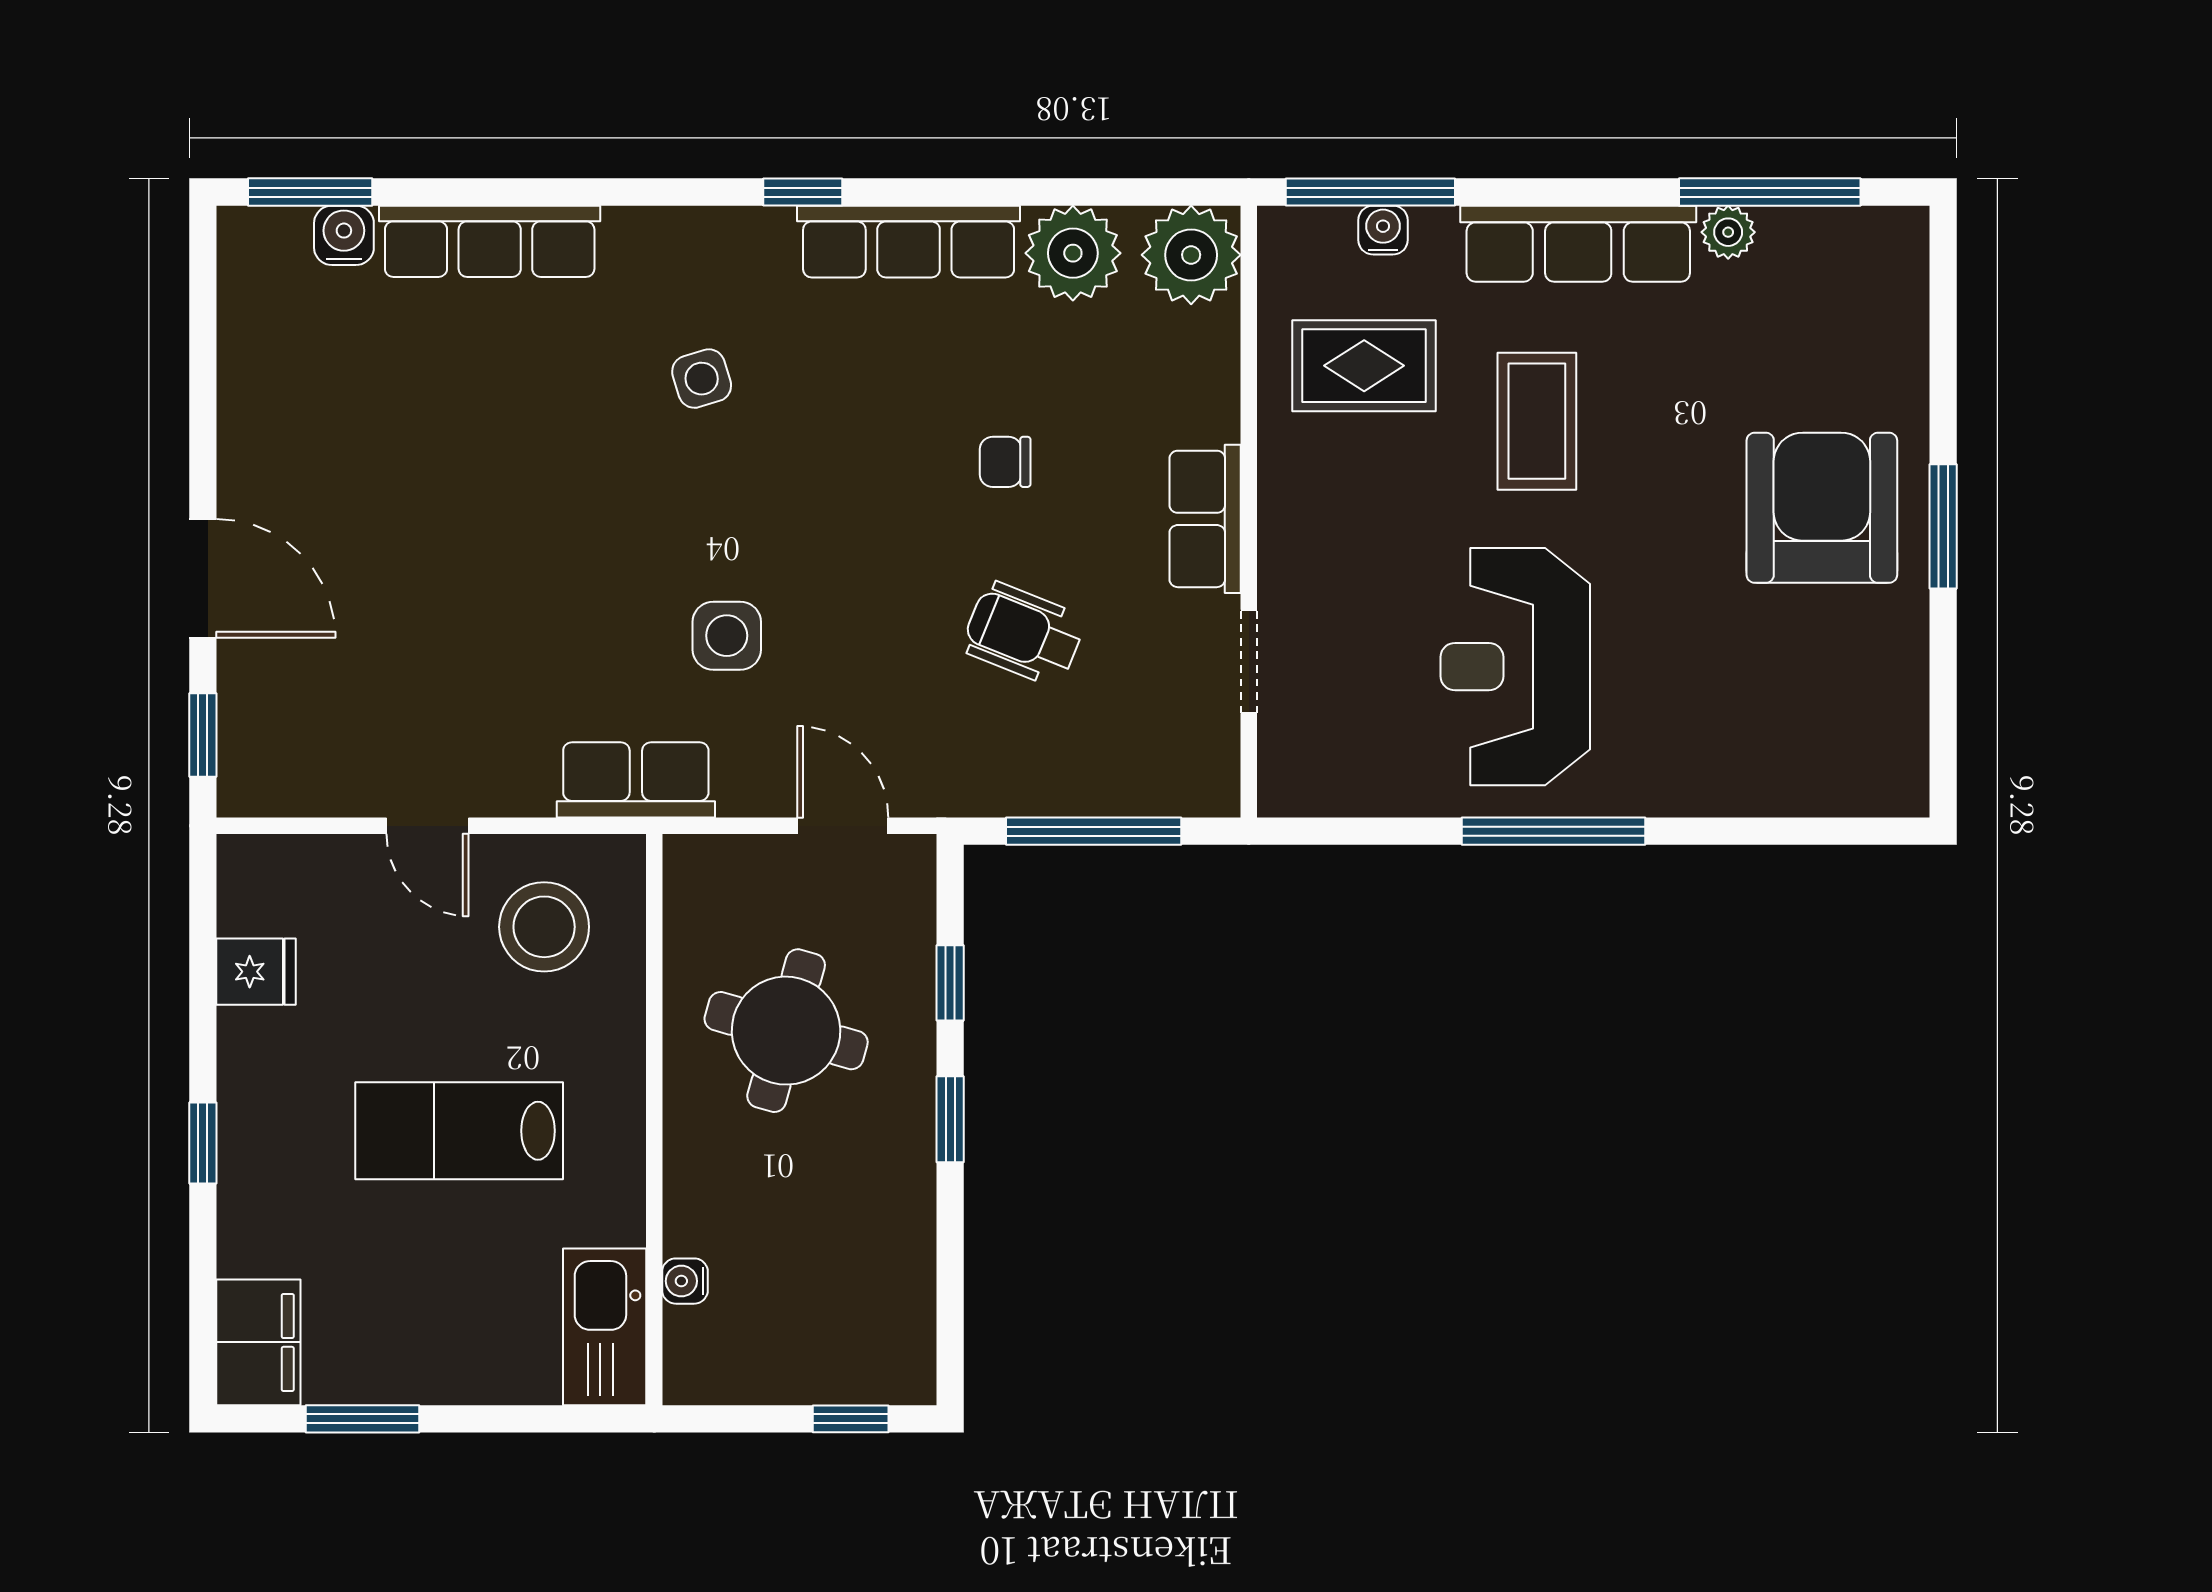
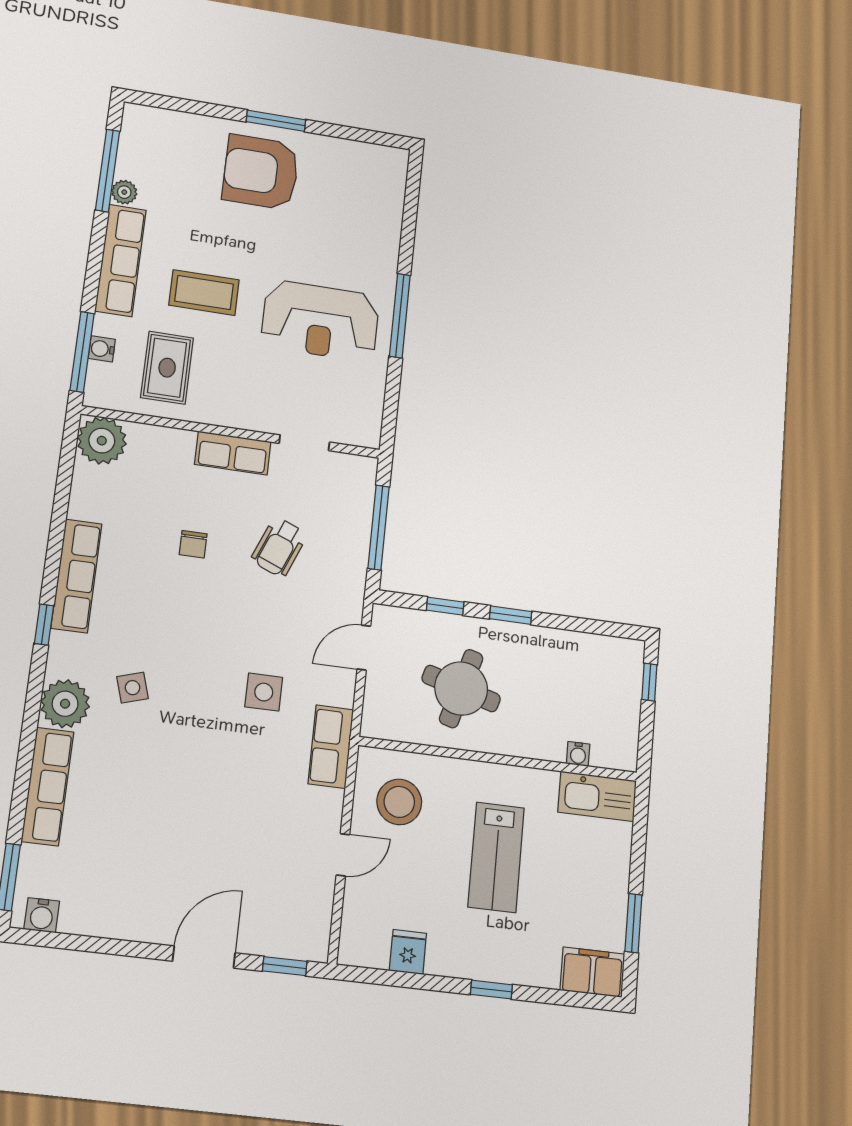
water cooler: (344, 235) -> (42, 915), moved, turned -90
plant: (1073, 253) -> (65, 704), moved

